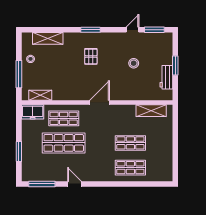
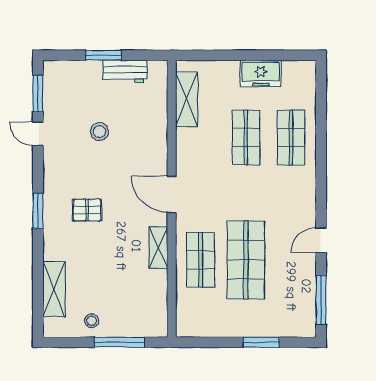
shelving: (40, 95) -> (158, 247), moved
freezer: (33, 112) -> (261, 73), moved, turned 90

